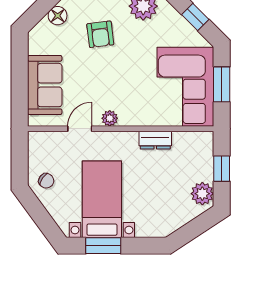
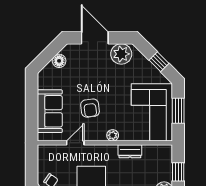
armchair: (100, 34) -> (90, 108), moved
plant: (110, 118) -> (113, 135), moved

